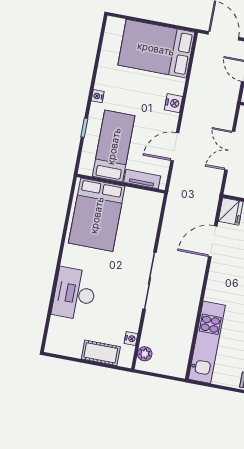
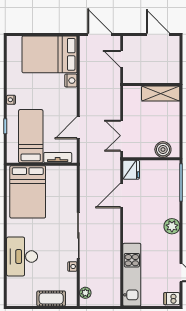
nightstand: (173, 103) -> (71, 81), moved
double door: (230, 151) -> (122, 136), moved
nightstand: (131, 339) -> (72, 266), moved

